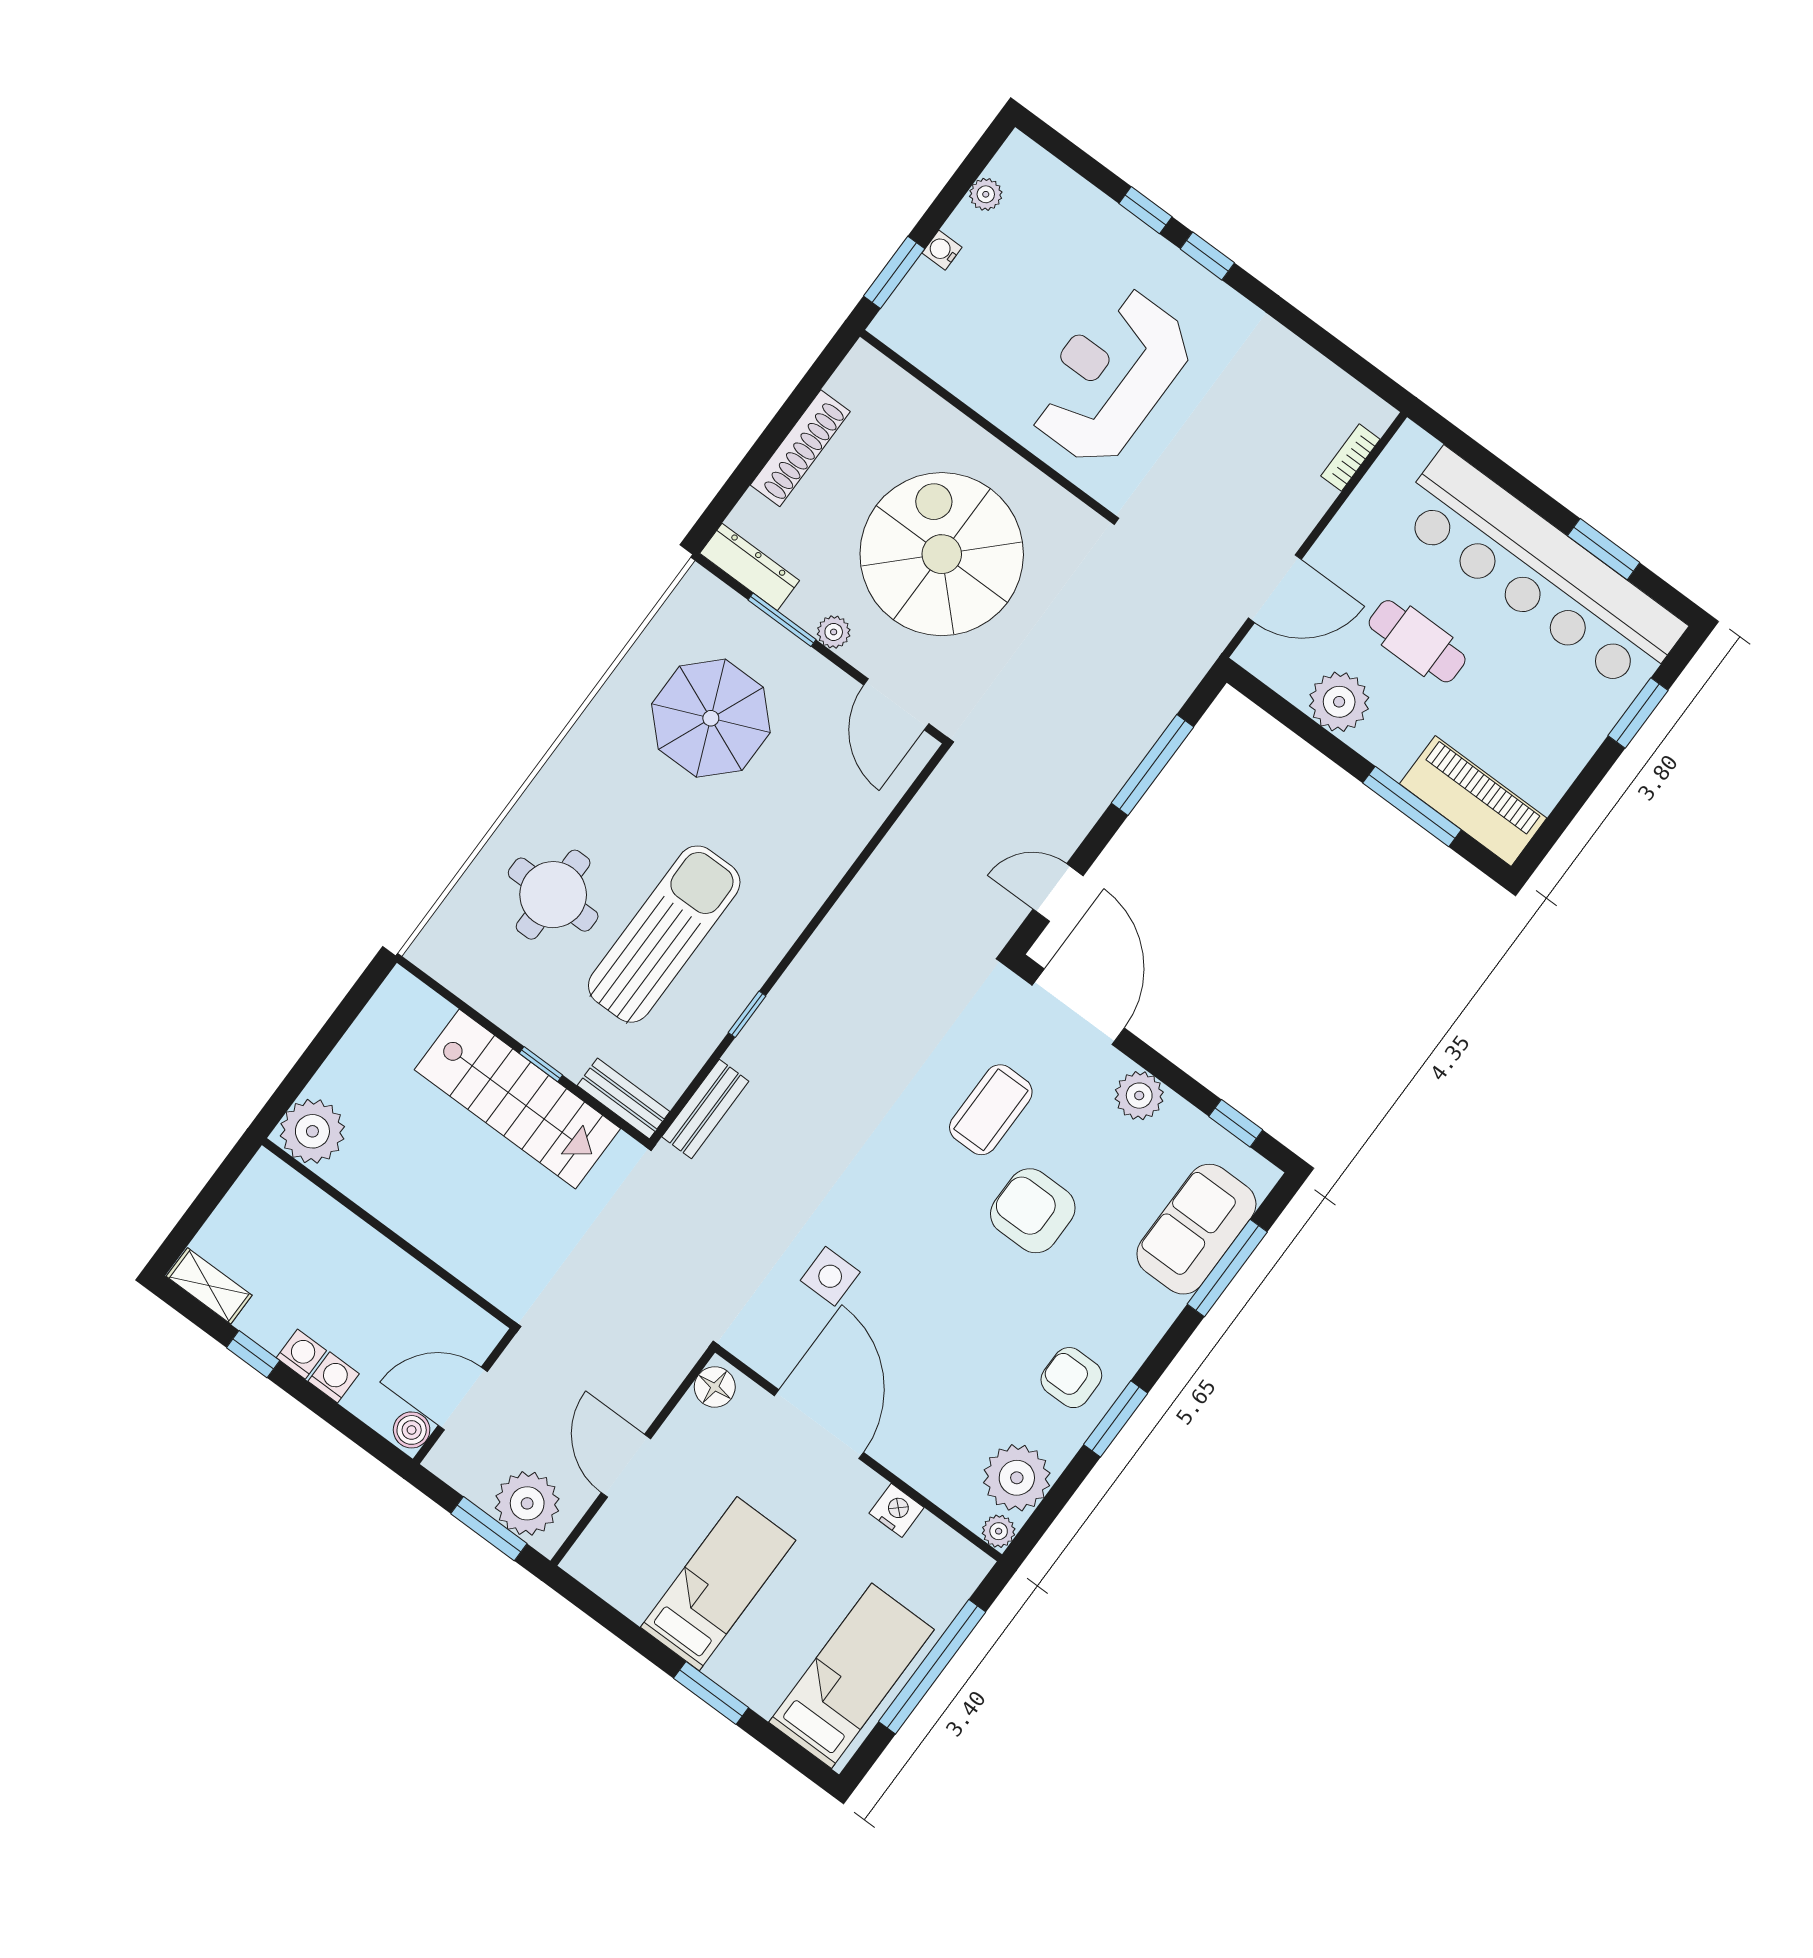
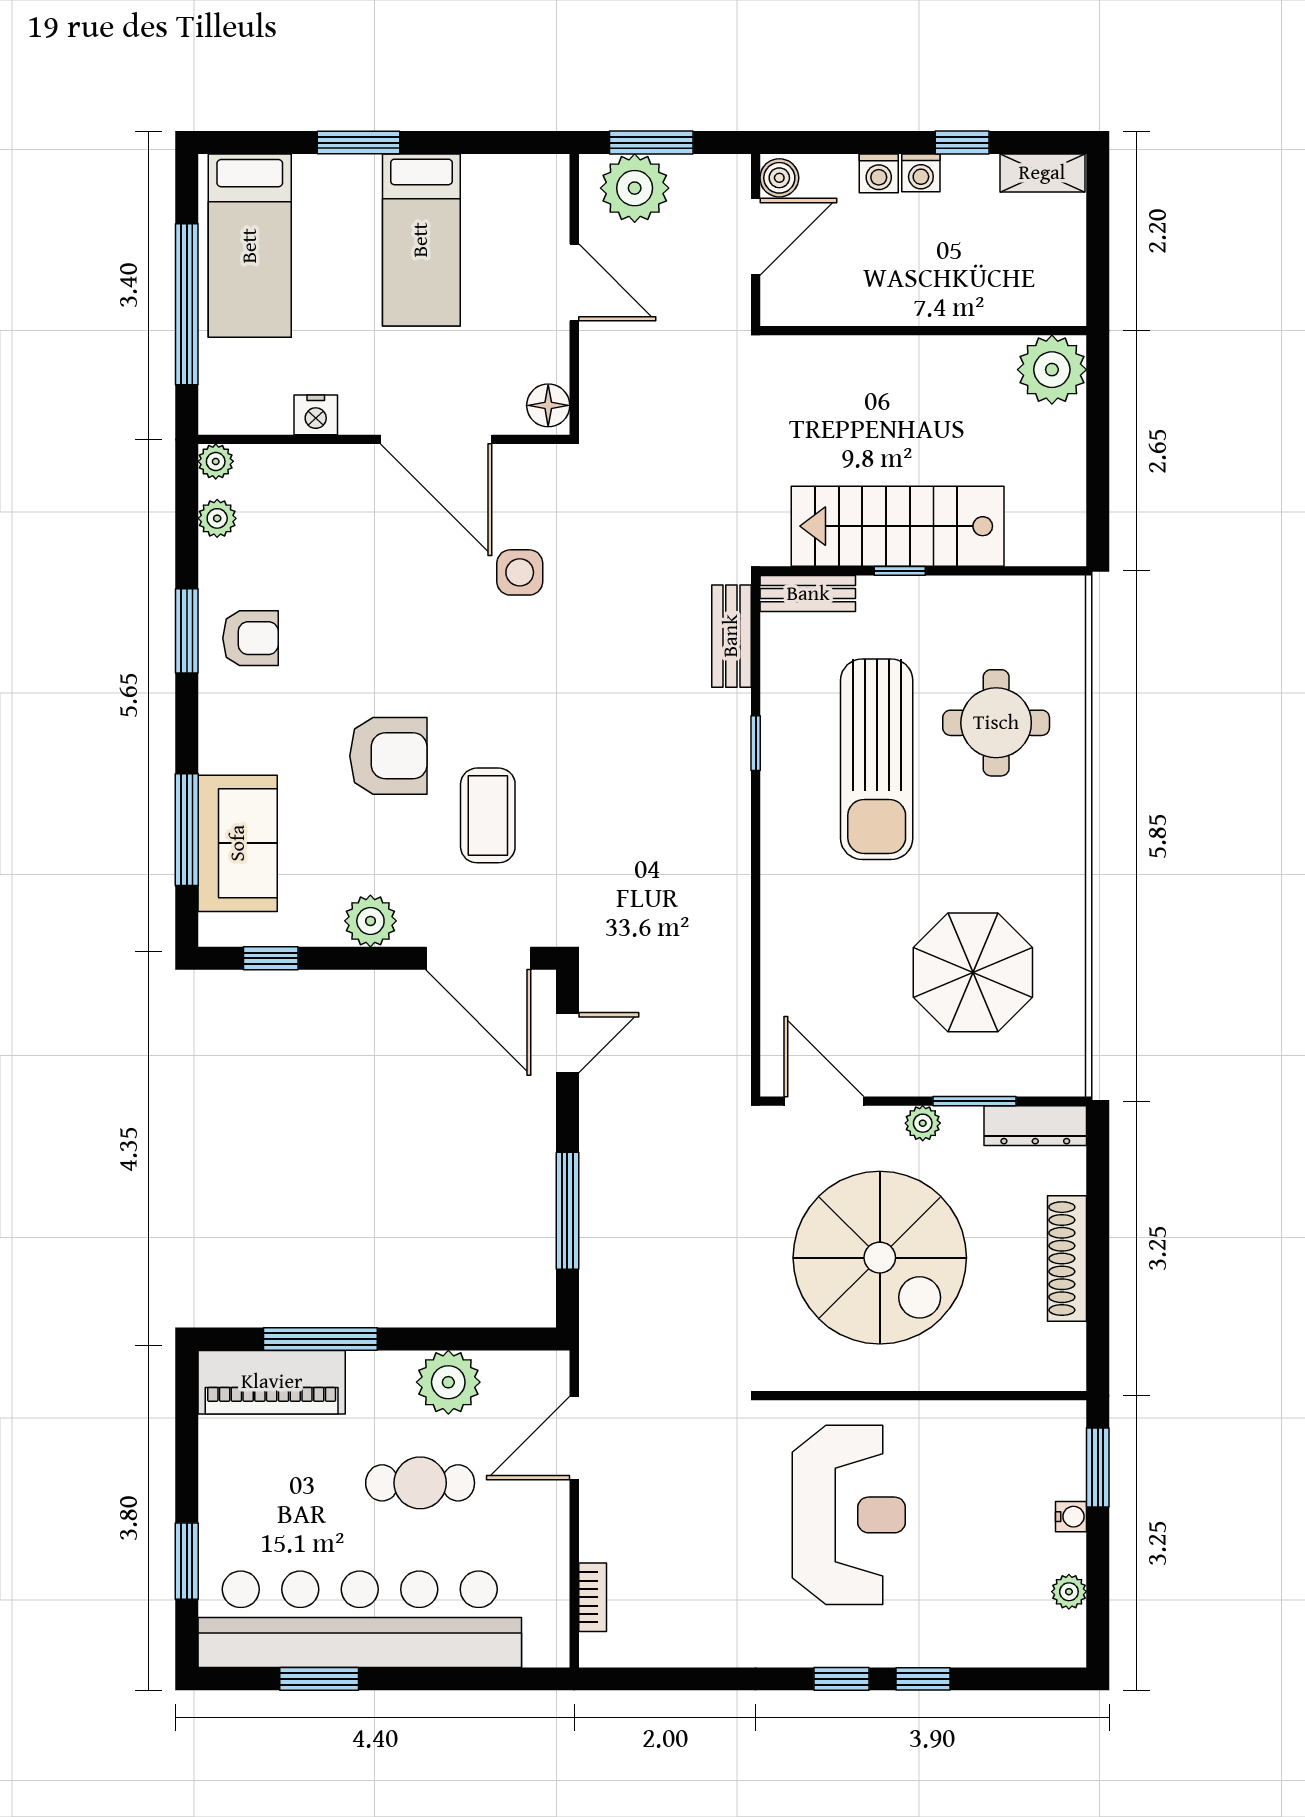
plant: (1017, 1478) -> (217, 518), width x0.53, depth x0.53

